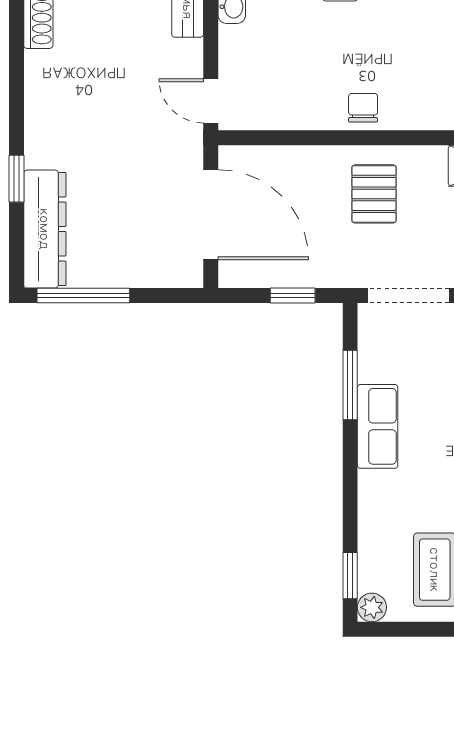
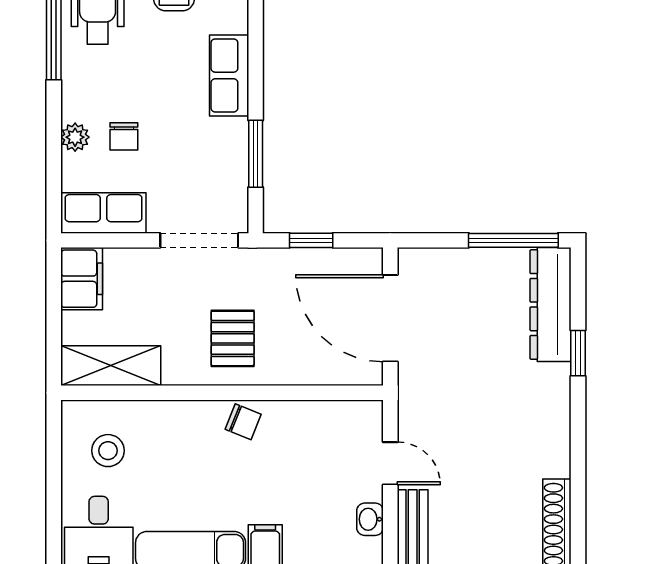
door: (211, 101) -> (390, 463), moved
chair: (363, 108) -> (243, 422), turned -68
row of seats: (378, 426) -> (229, 75), moved

